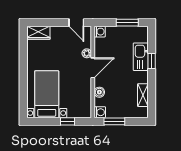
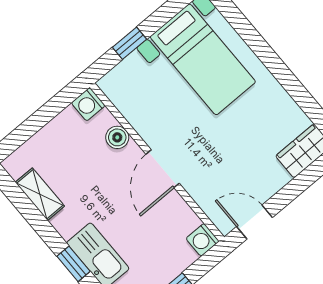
plant: (87, 53) -> (193, 185), removed
window: (114, 121) -> (51, 110), removed

